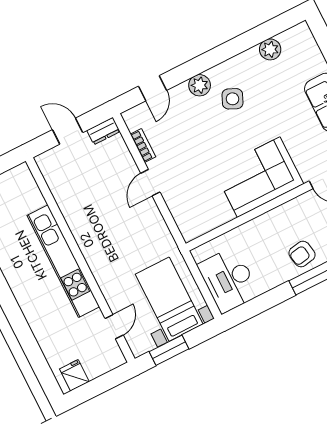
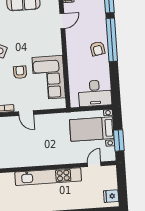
armchair: (212, 146) -> (20, 72), added
corner sofa: (259, 177) -> (49, 78), moved
door: (114, 327) -> (94, 164), hinge flipped

